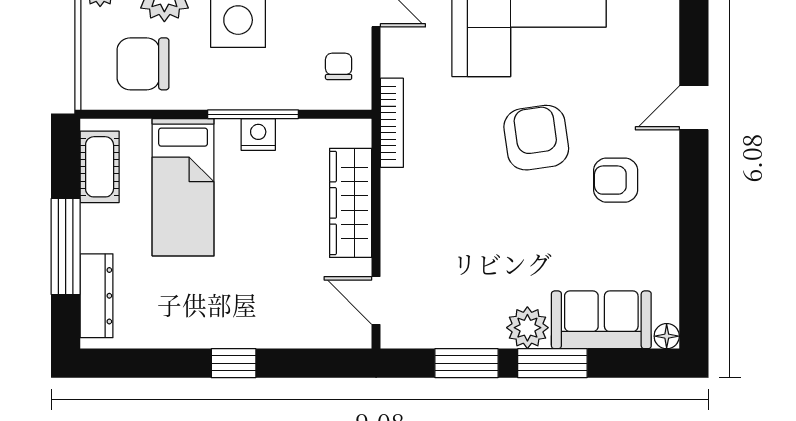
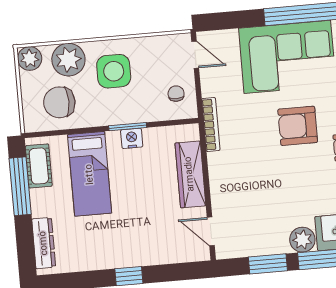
window: (253, 114) -> (128, 127), width x0.69
armchair: (536, 138) -> (298, 126), turned -82
window: (66, 247) -> (20, 186), moved

